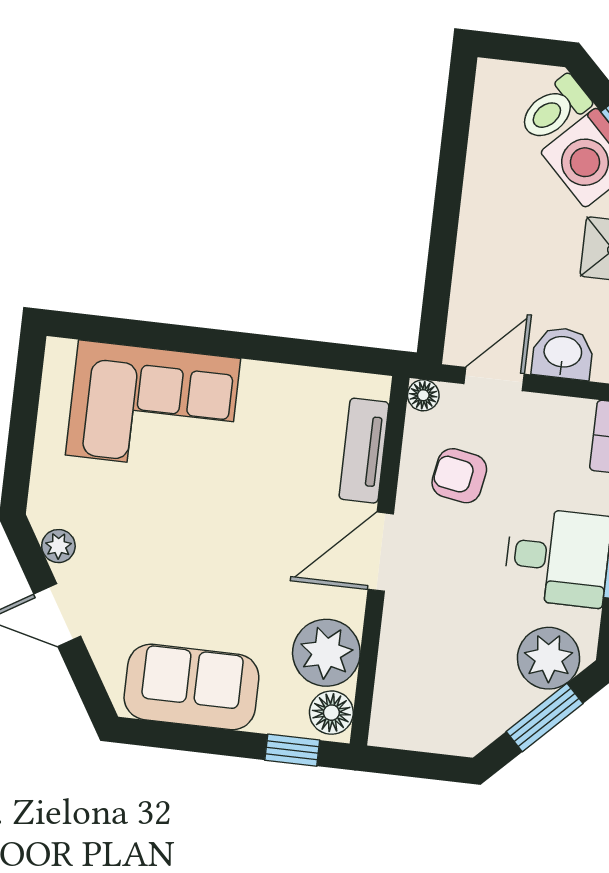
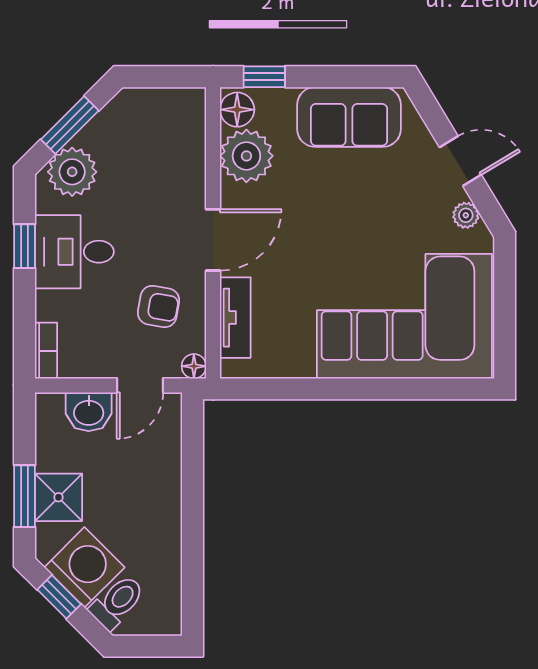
corner sofa: (153, 407) -> (404, 316), width x1.36, depth x1.36

